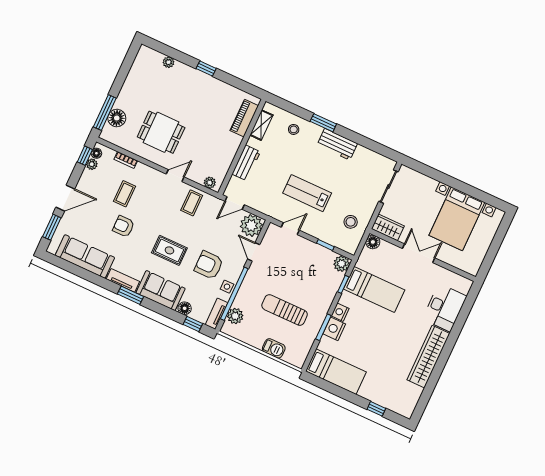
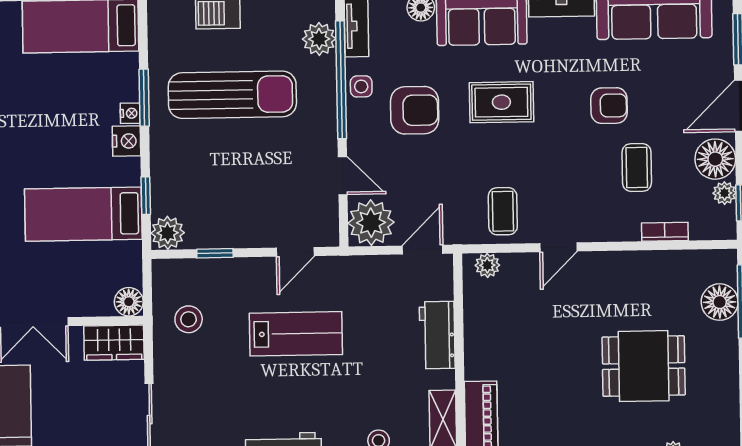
dining table: (161, 132) -> (644, 366), moved
floor lamp: (96, 153) -> (715, 159), moved, width x1.89, depth x1.89
sun lounger: (285, 310) -> (232, 95), width x1.36, depth x1.34
nightstand: (334, 329) -> (130, 113), width x0.53, depth x0.56

